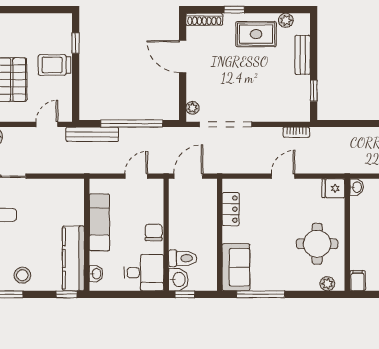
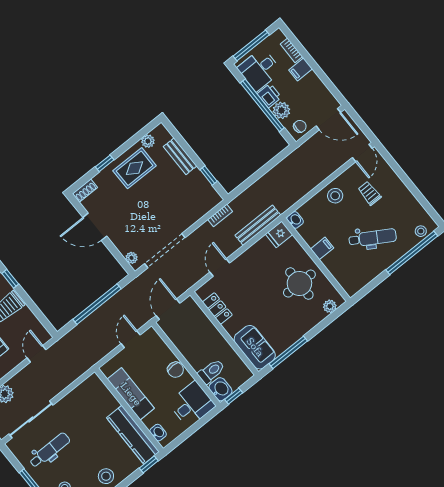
shoe rack: (204, 19) -> (85, 191), width x0.70
bench: (92, 134) -> (258, 225), moved
door: (283, 176) -> (220, 268), moved
chair: (154, 232) -> (176, 370), turned 180
filing cabinet: (358, 281) -> (322, 248), moved, turned 90

